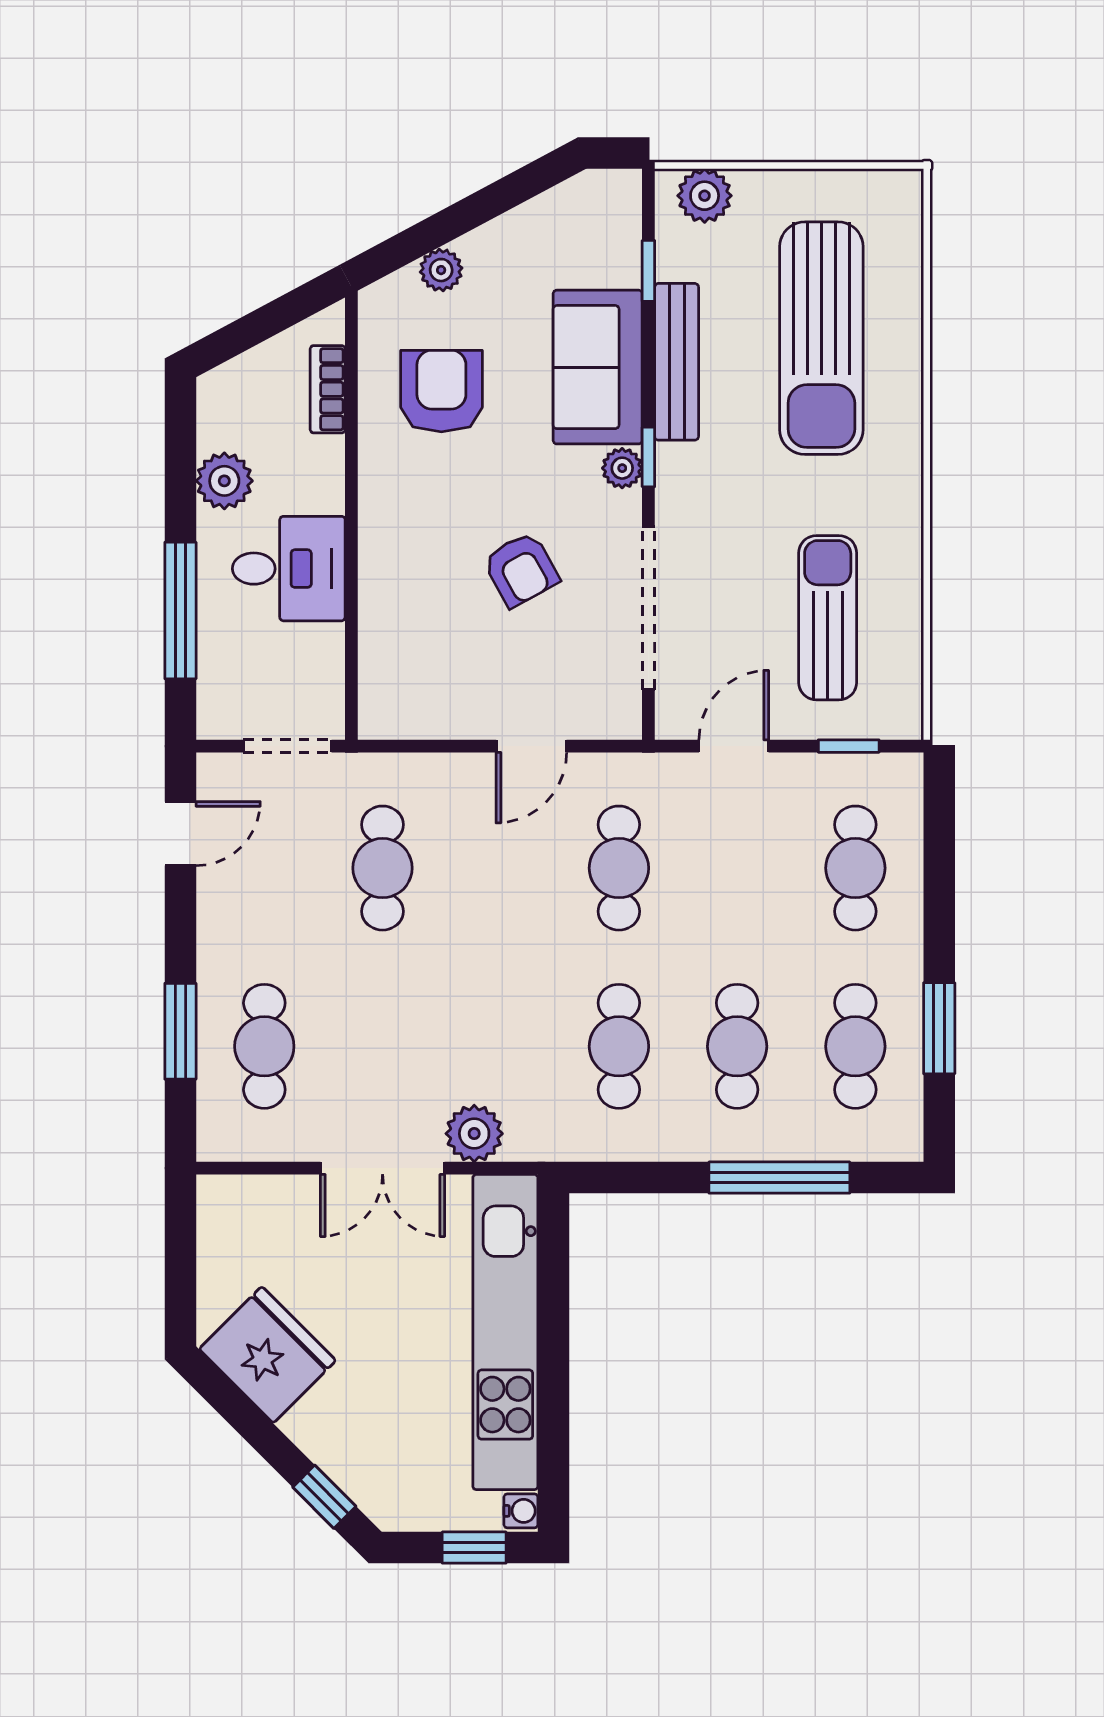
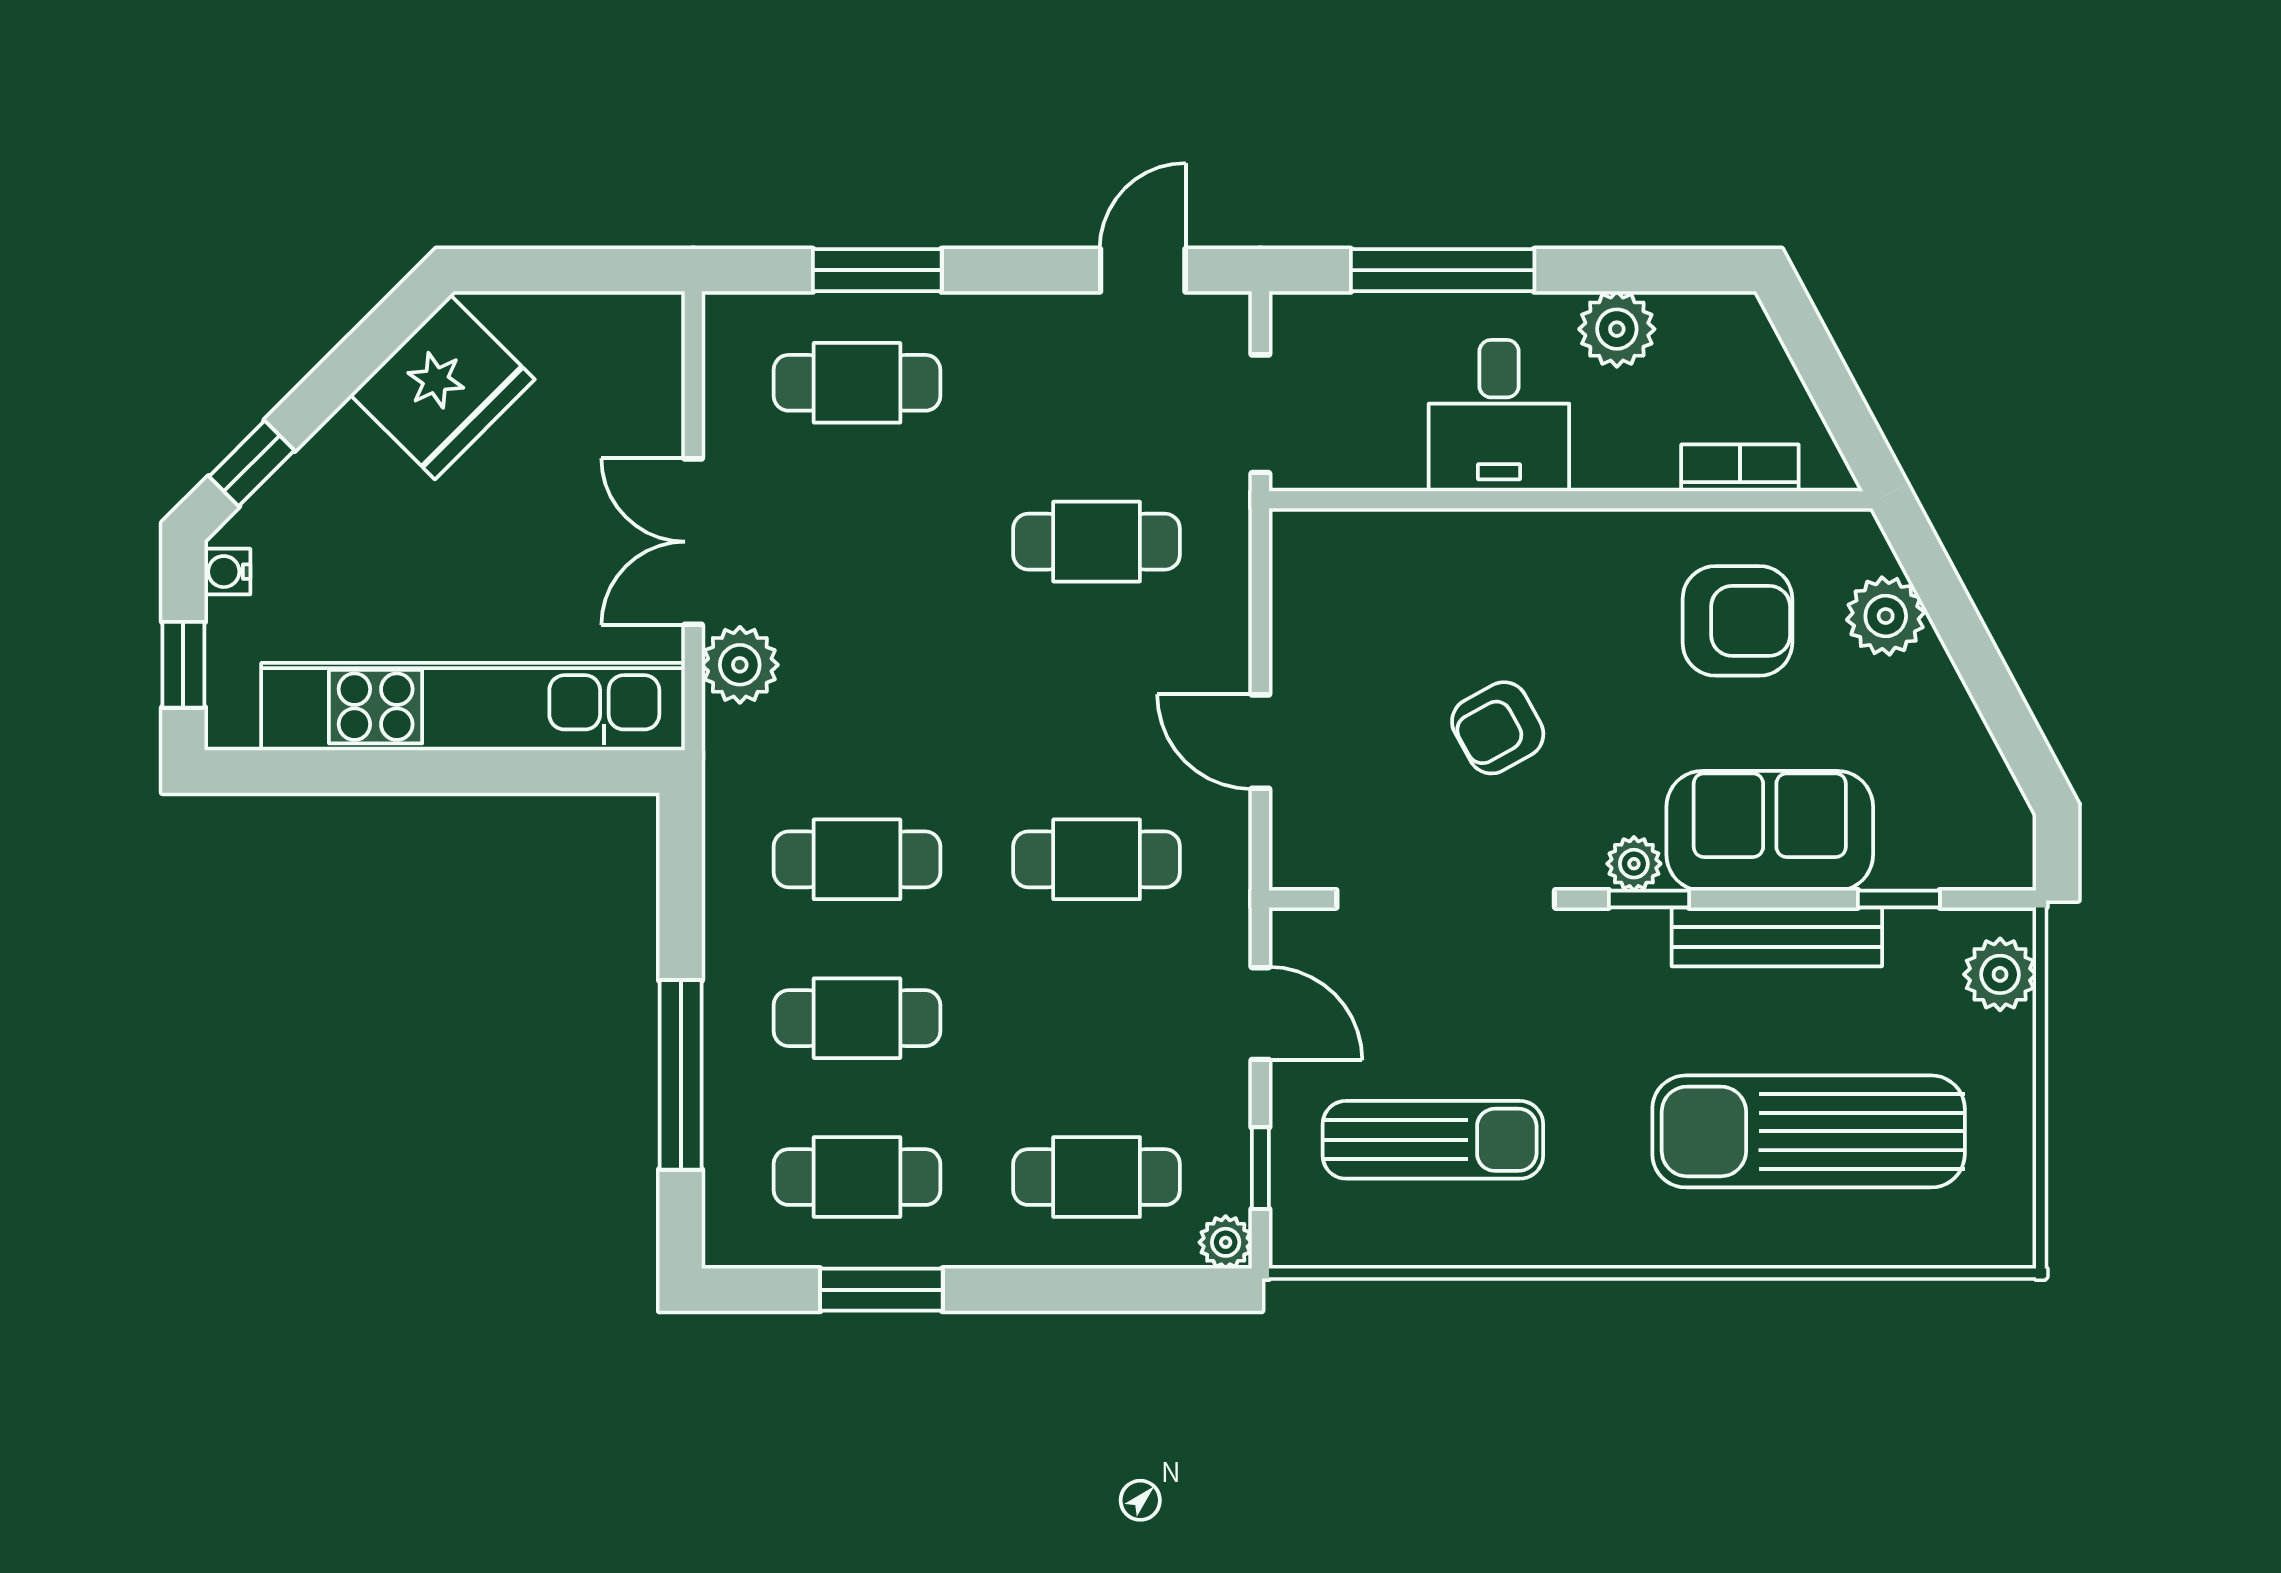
plant: (441, 270) -> (1886, 616), width x1.38, depth x1.38
plant: (904, 772) -> (1226, 1242), added
door: (180, 834) -> (1143, 270), swing flipped
water cooler: (521, 1511) -> (227, 572), moved, turned 90

